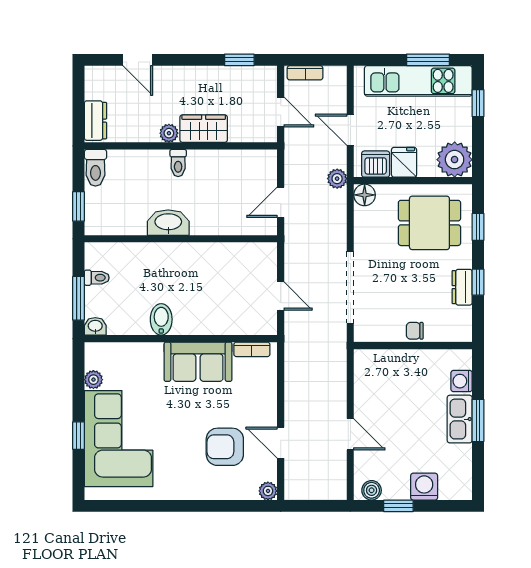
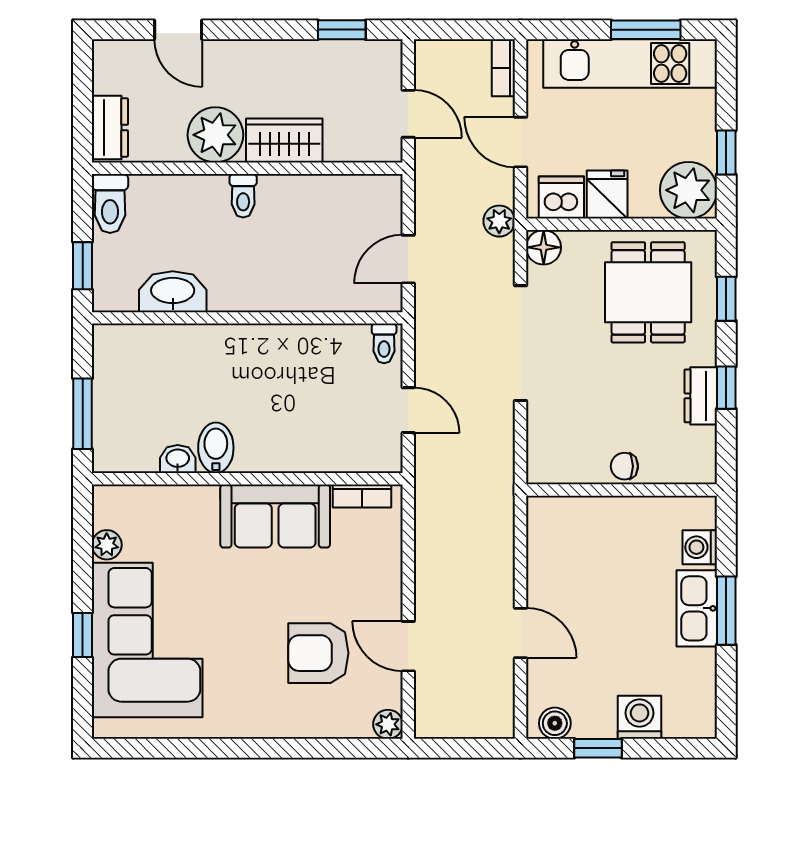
bookcase: (305, 73) -> (503, 68), moved, turned 90
window: (478, 103) -> (726, 153), moved
plant: (169, 133) -> (215, 135), width x1.88, depth x1.88
washbasin: (168, 223) -> (173, 292), moved
dining table: (429, 223) -> (648, 292), turned 90
toilet: (97, 278) -> (384, 343), moved, turned 90
doorway: (350, 287) -> (520, 343), moved
washbasin: (95, 326) -> (178, 459), moved

